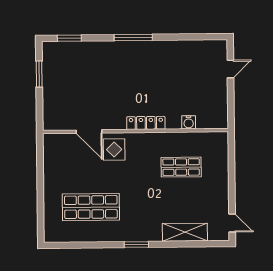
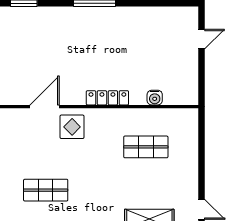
door: (89, 132) -> (44, 107), swing flipped
shop shelf: (91, 207) -> (46, 190), width x0.70, depth x0.74

